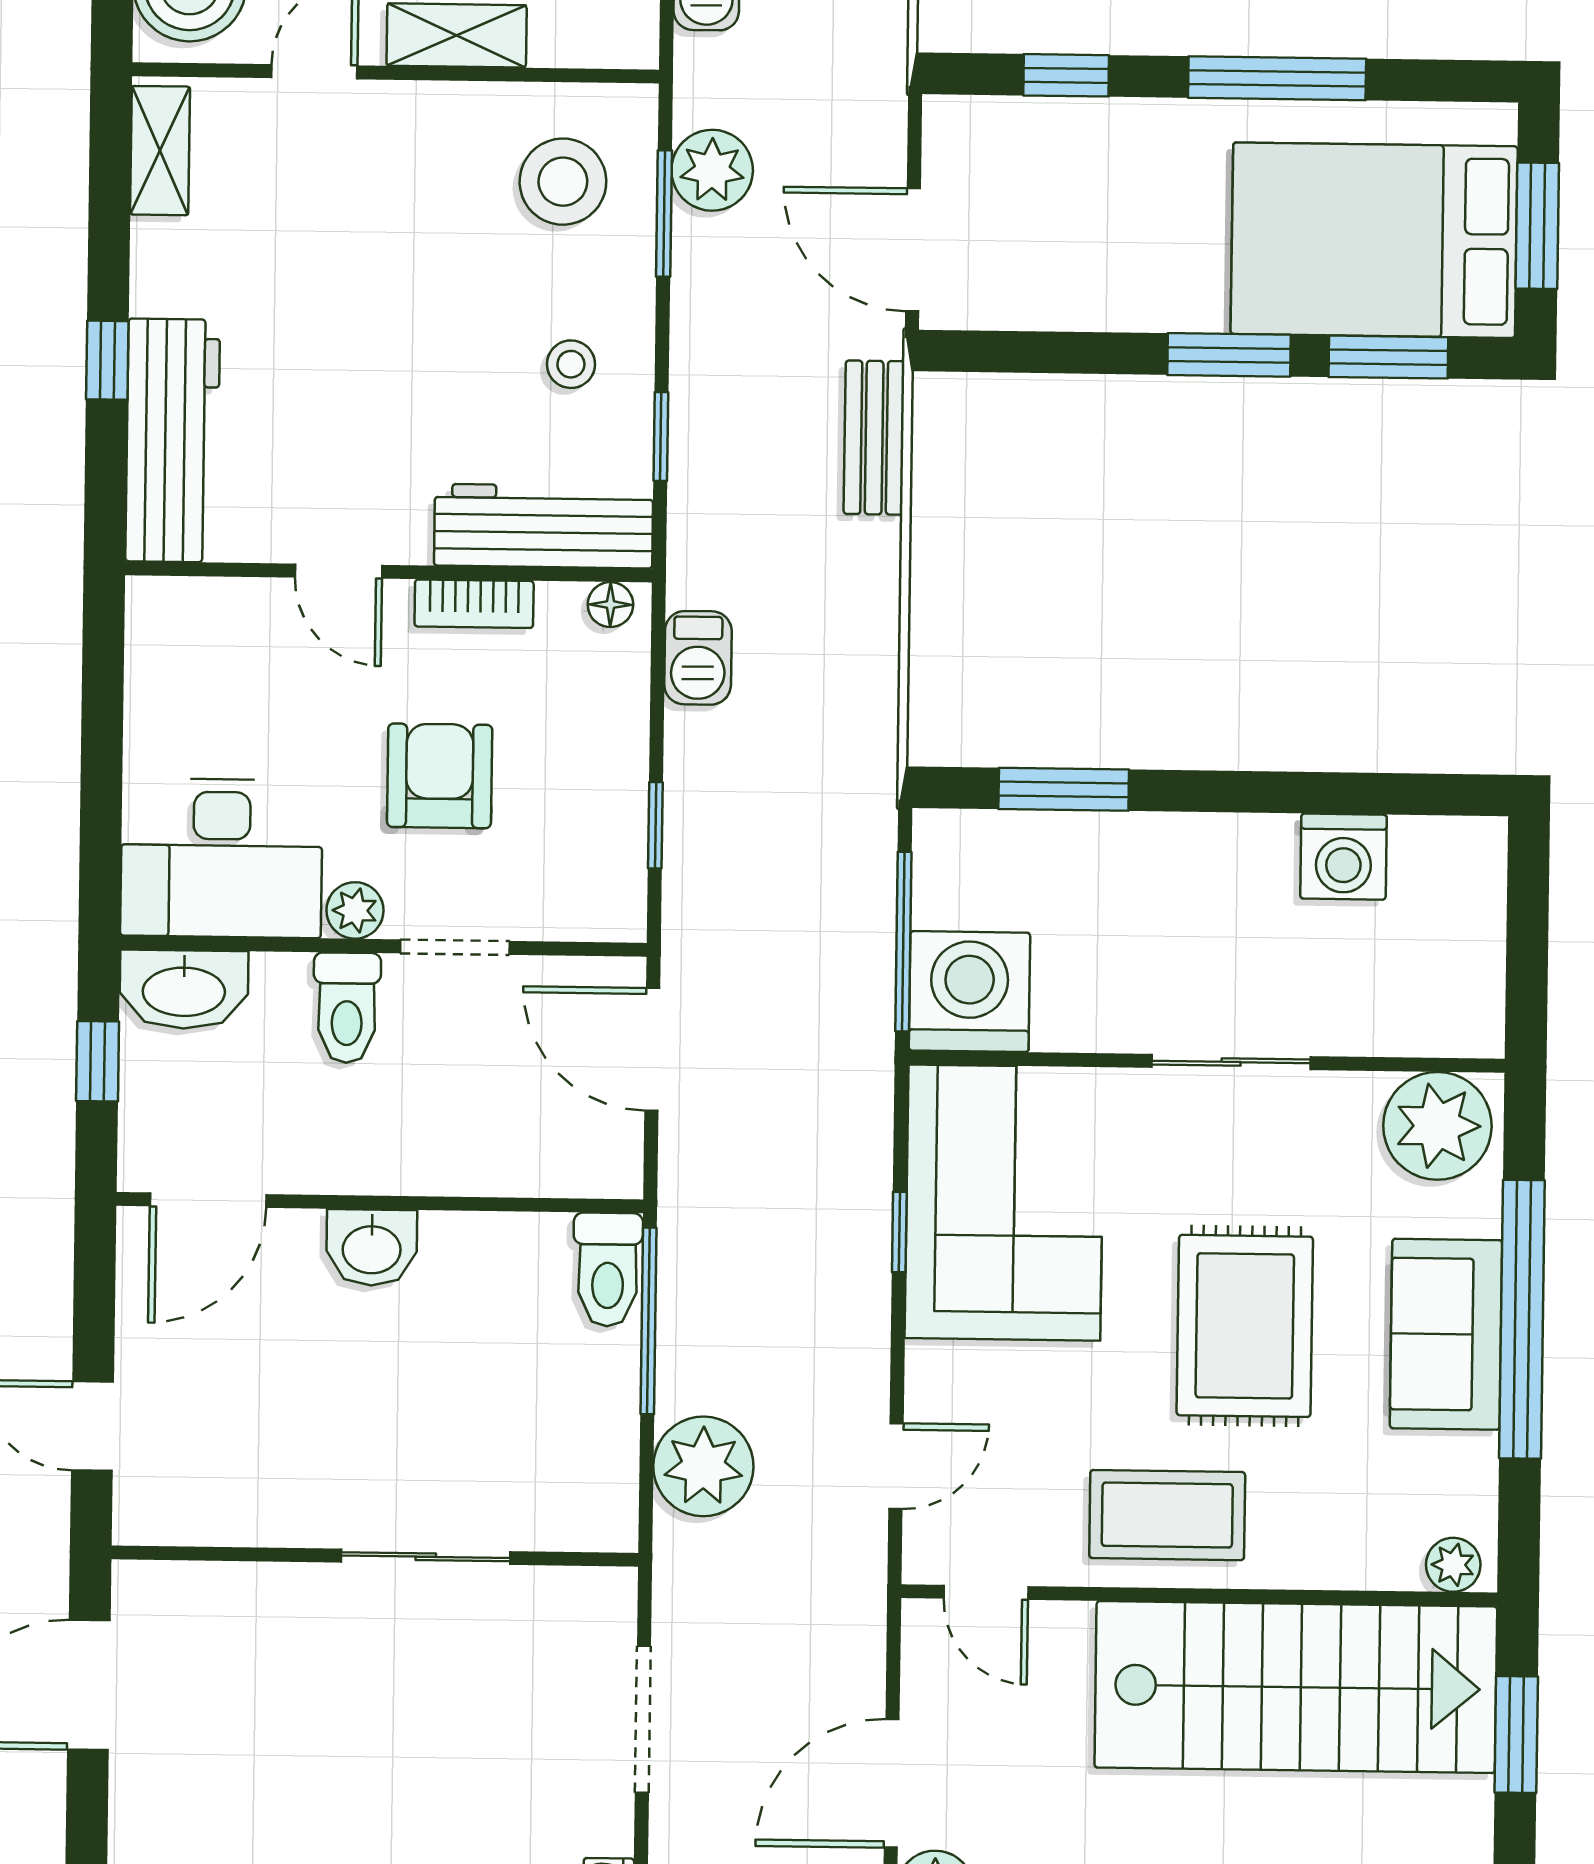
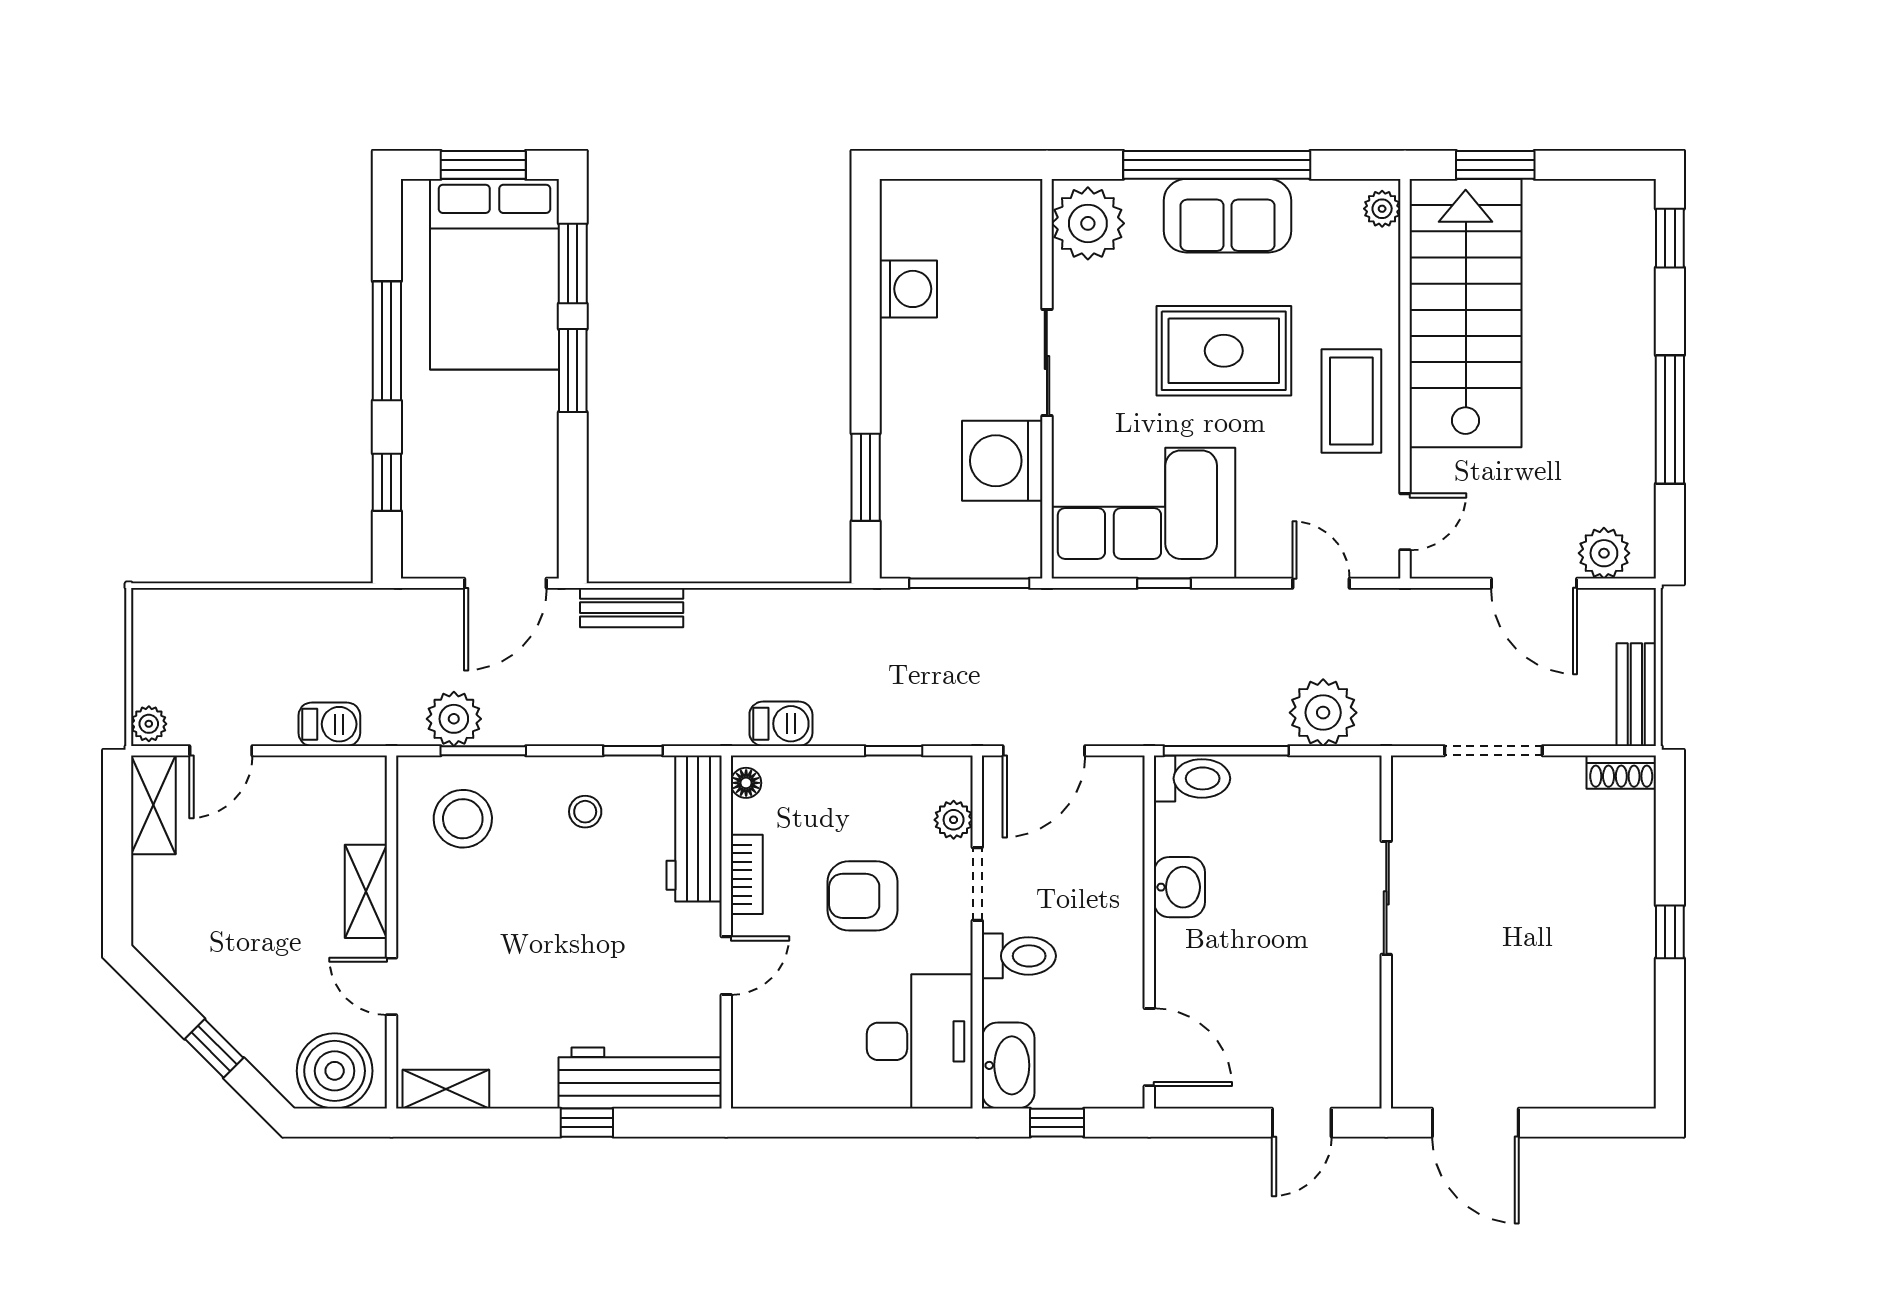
plant: (355, 910) -> (954, 820), moved
washing machine: (969, 992) -> (1002, 461), moved
washbasin: (372, 1247) -> (1179, 887), moved

